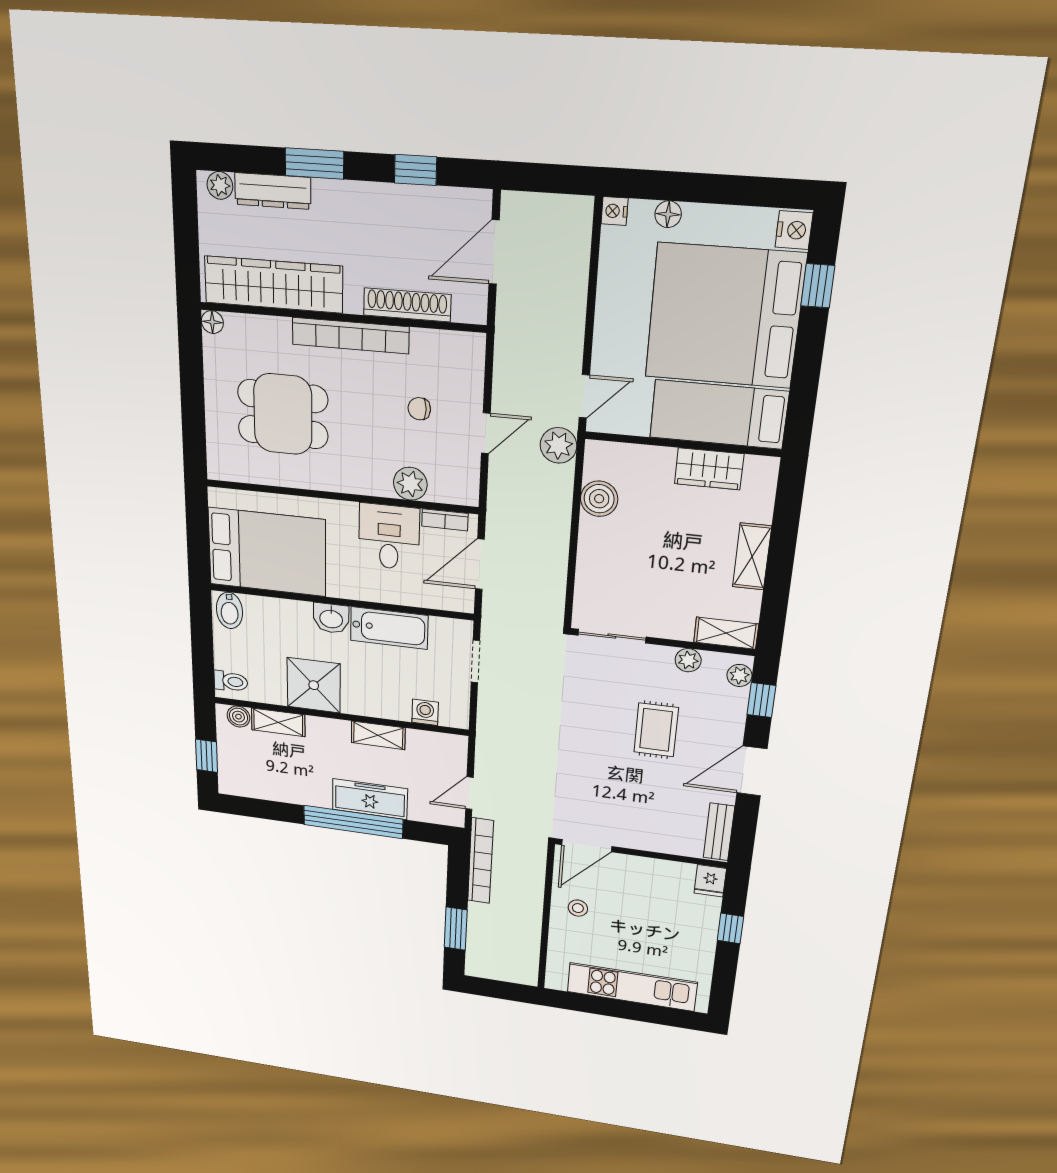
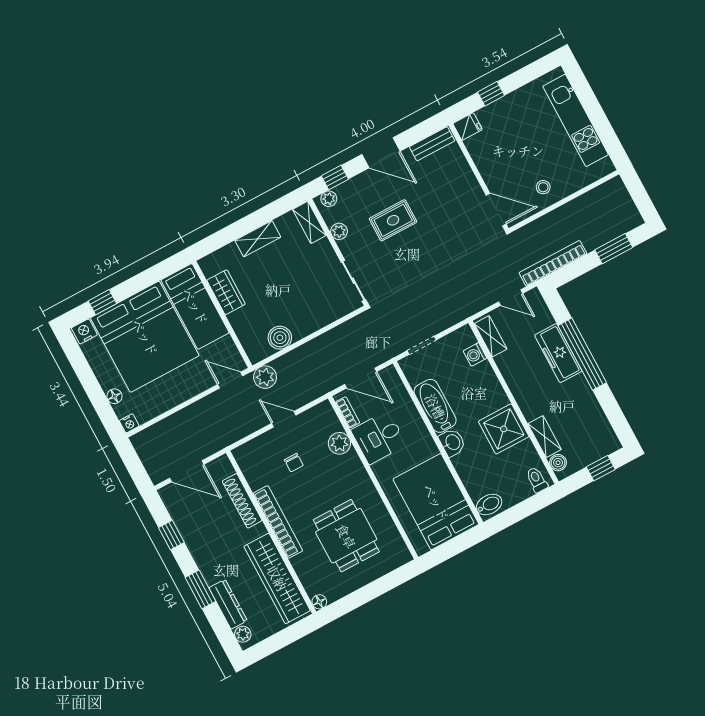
shelving: (378, 735) -> (491, 336), moved

